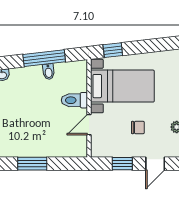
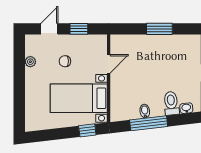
toilet: (74, 100) -> (171, 103), moved, turned -97

